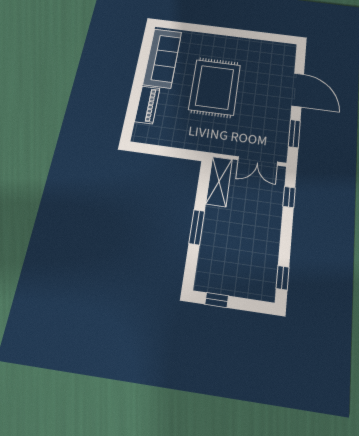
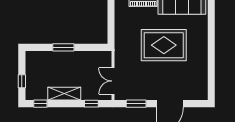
shelving: (219, 181) -> (64, 94), moved
window: (217, 300) -> (22, 81), moved

